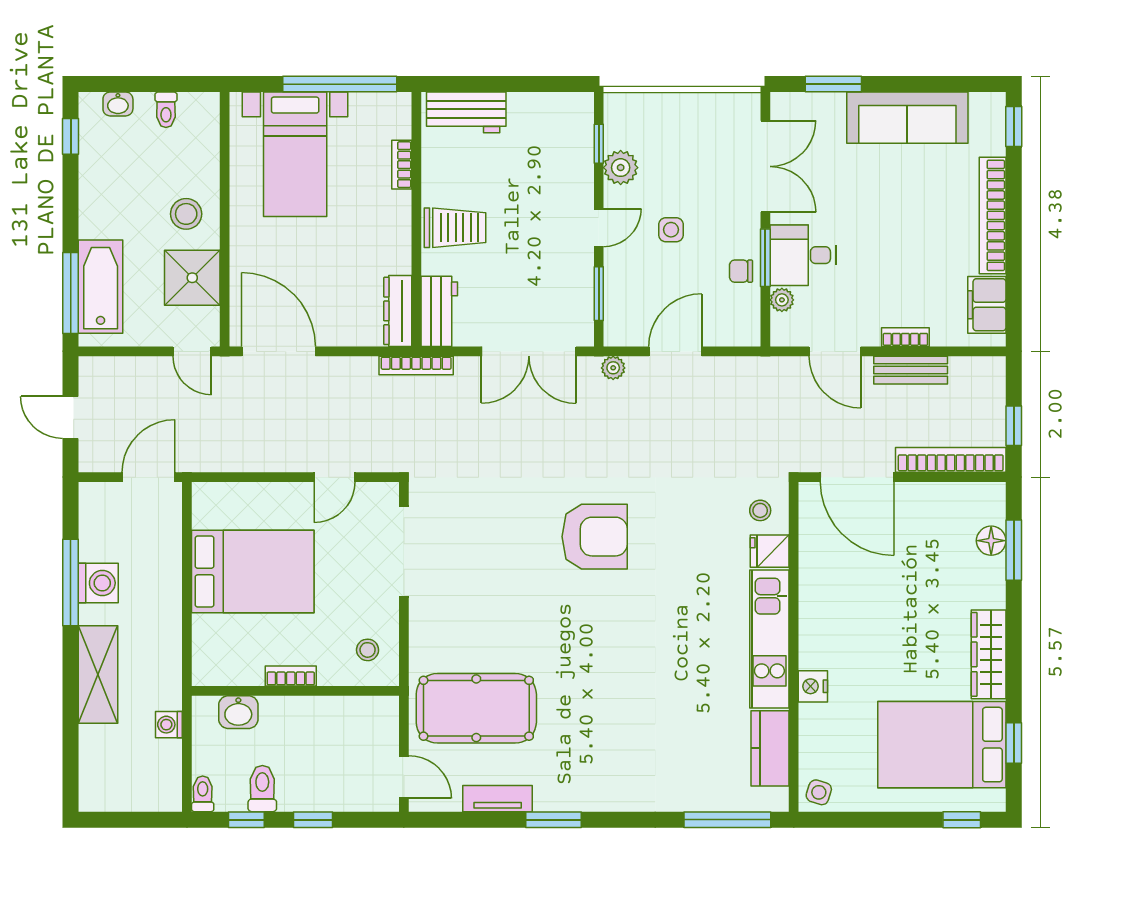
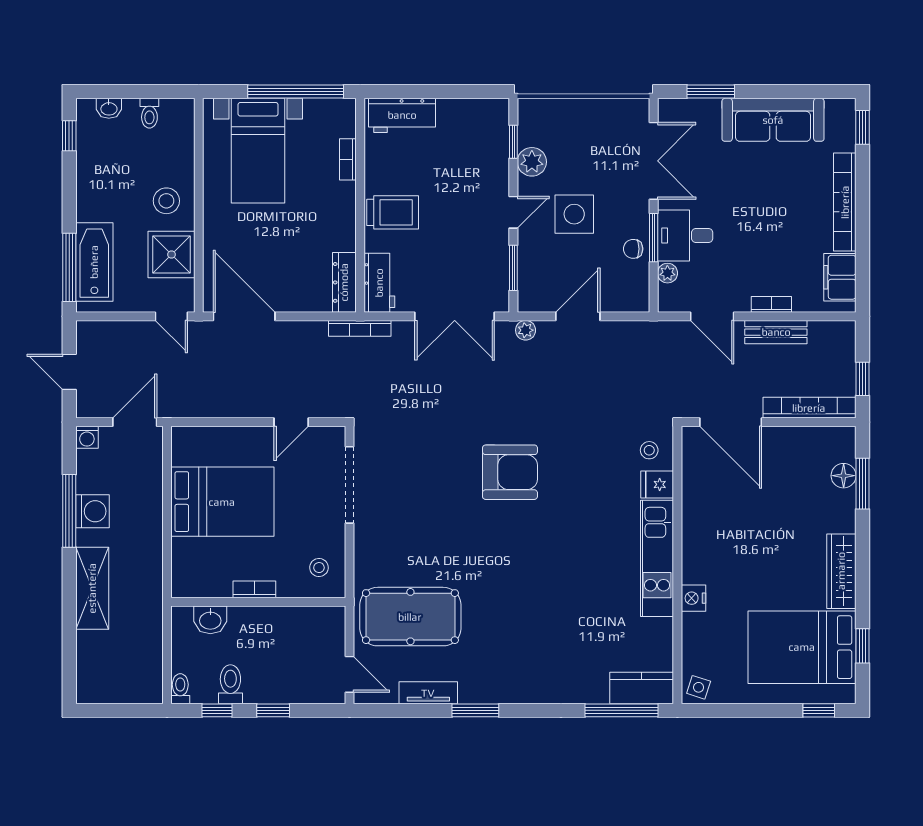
side table: (671, 230) -> (574, 214), width x1.87, depth x1.87
washing machine: (169, 725) -> (87, 437), moved, turned -90
kitchen counter: (770, 748) -> (642, 688), moved, turned 90

